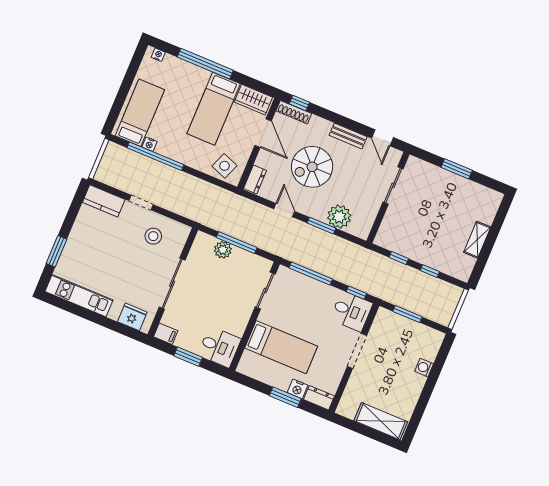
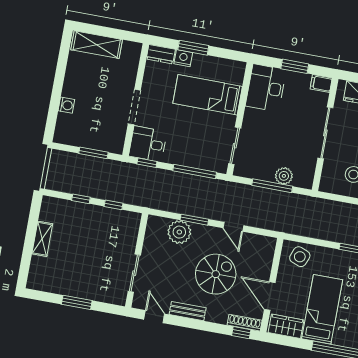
dresser: (255, 179) -> (268, 250), removed
desk: (219, 347) -> (266, 88), width x1.37

